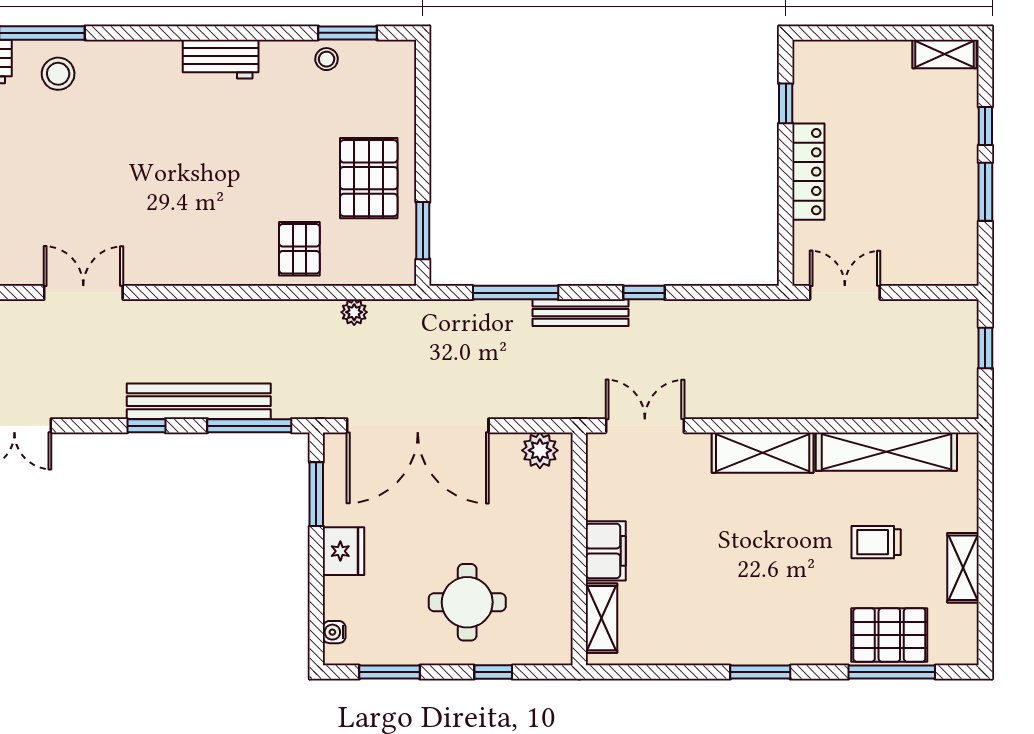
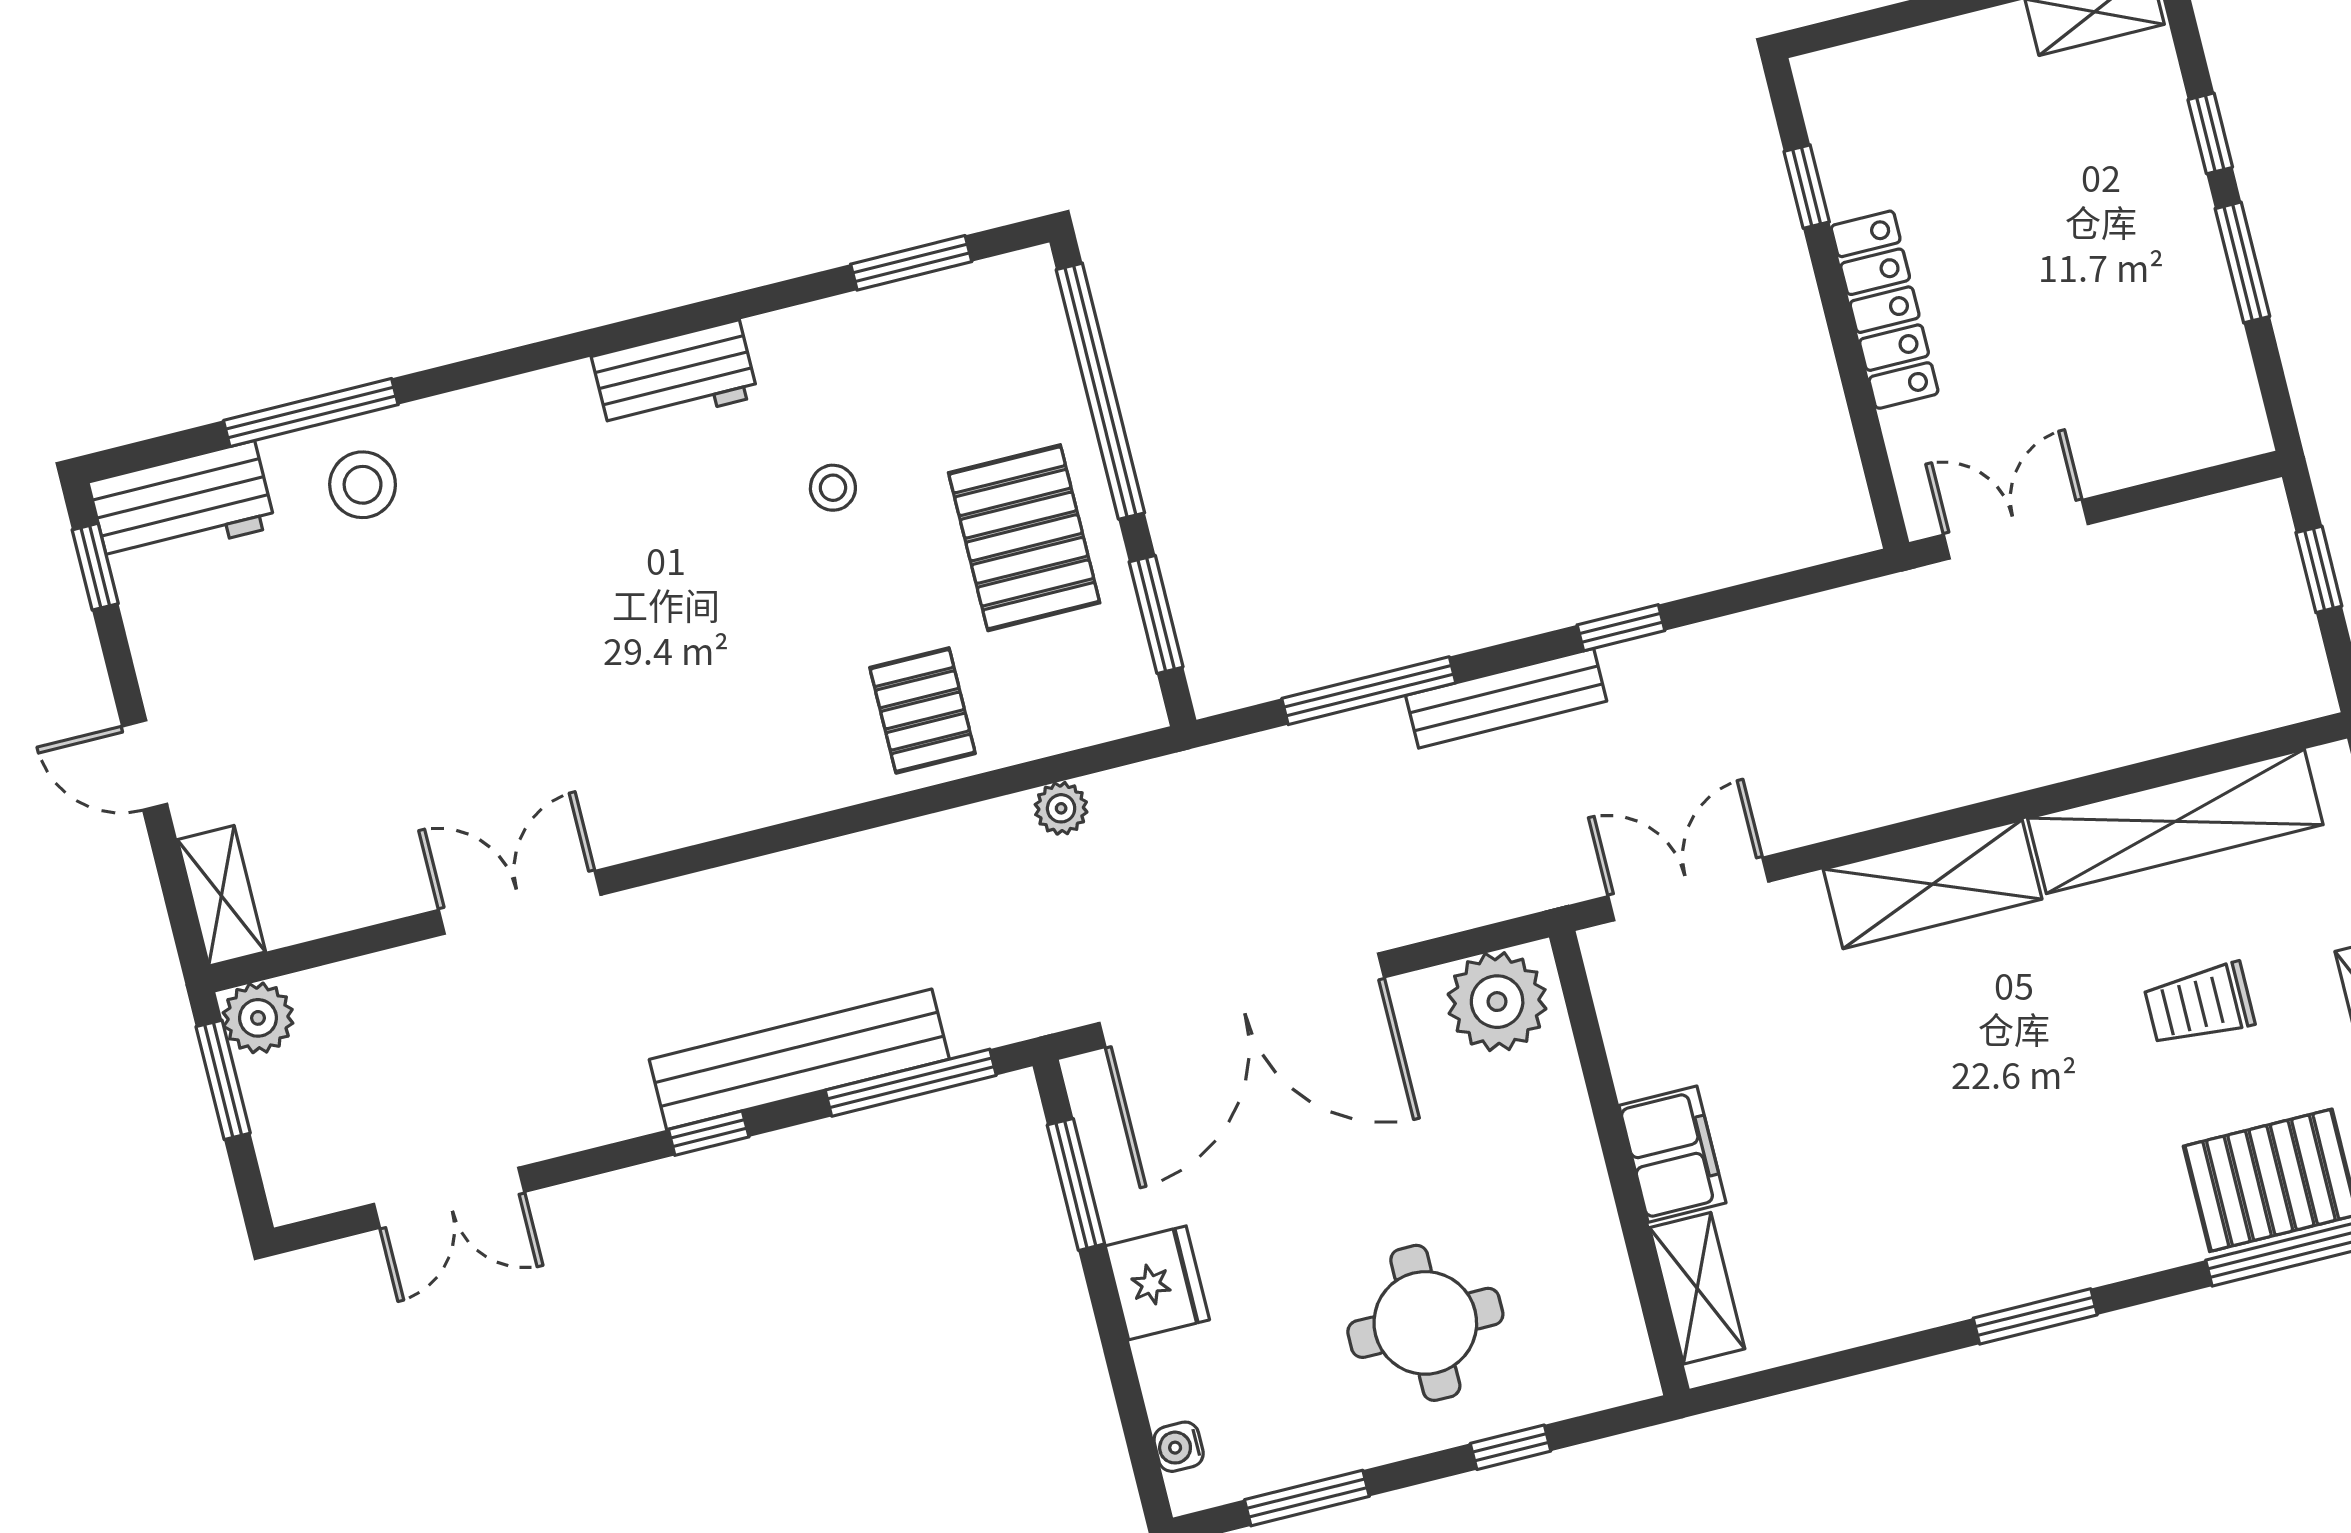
stool: (327, 59) -> (833, 488), moved
window: (423, 117) -> (1100, 391), added
plant: (540, 450) -> (1497, 1002), width x1.36, depth x1.36

